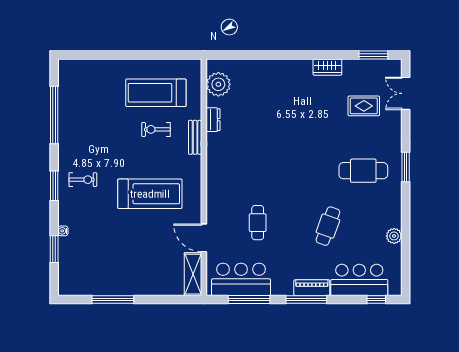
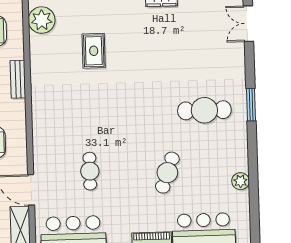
rug: (364, 106) -> (94, 51), moved, turned 90
dresser: (213, 120) -> (37, 59), removed

